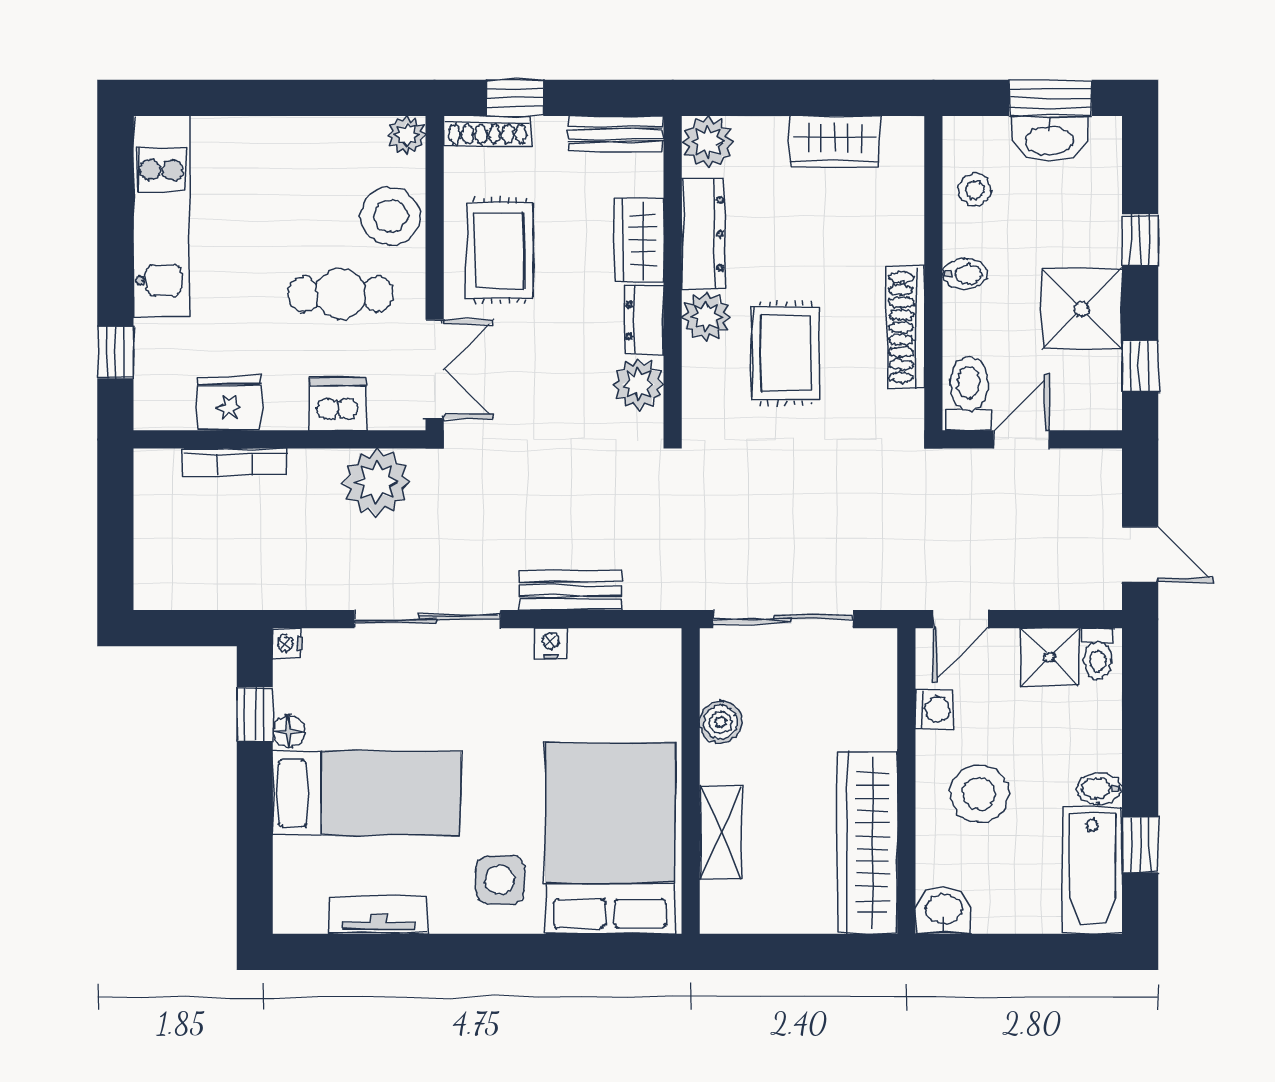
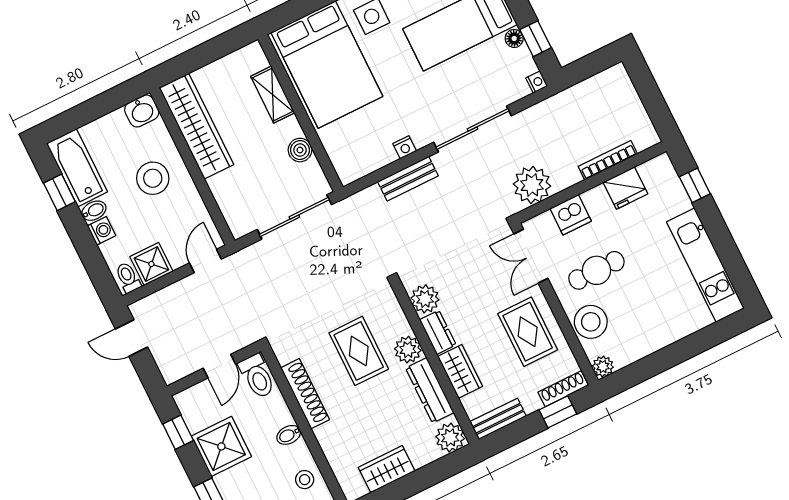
washing machine: (935, 709) -> (102, 231), moved, turned 180

